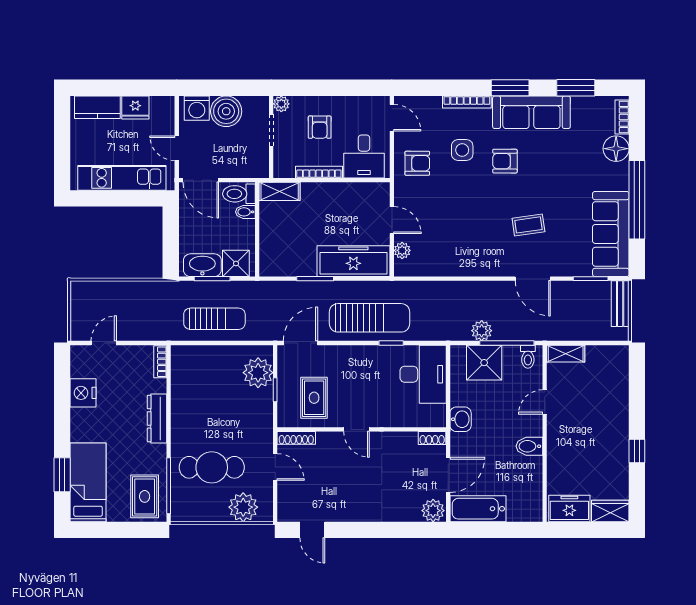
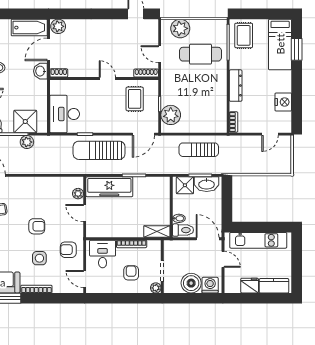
armchair: (505, 161) -> (37, 226), moved
washbasin: (461, 419) -> (40, 71), moved

